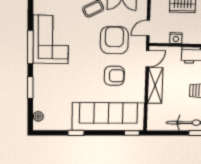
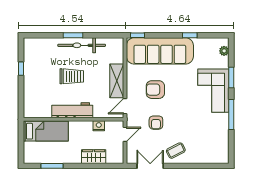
corner sofa: (51, 40) -> (213, 91), moved
armchair: (114, 40) -> (156, 123), width x0.53, depth x0.53

